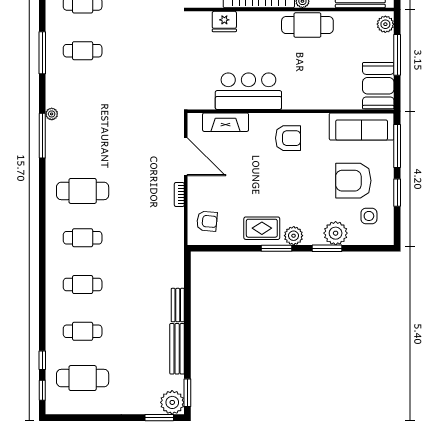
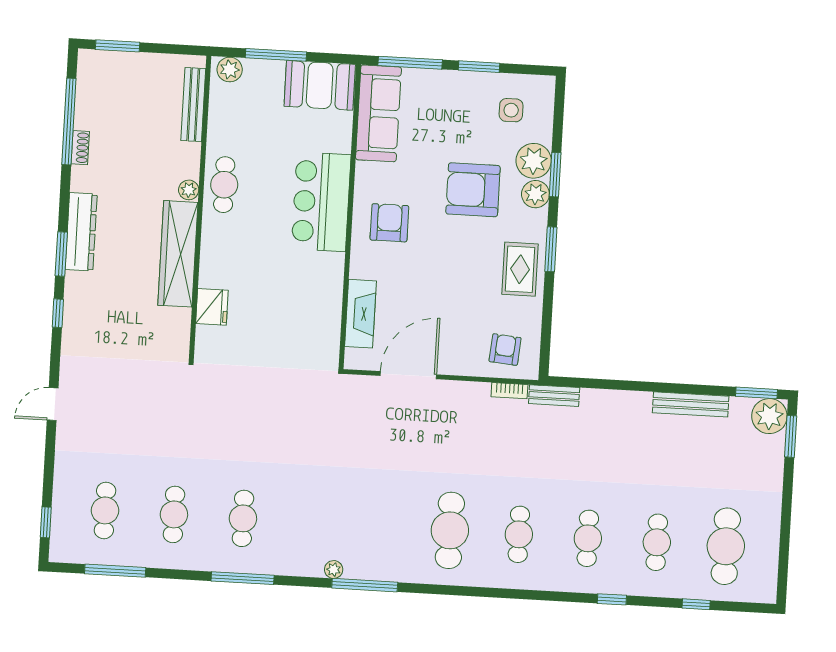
cafe table: (307, 25) -> (224, 185), width x0.73, depth x0.74
bar counter: (248, 91) -> (321, 202), moved
armchair: (353, 181) -> (473, 190), moved, turned 90
bookcase: (179, 194) -> (509, 391), moved
plant: (294, 236) -> (535, 194), moved
bench: (178, 305) -> (554, 396), moved
window: (42, 390) -> (612, 599), moved

